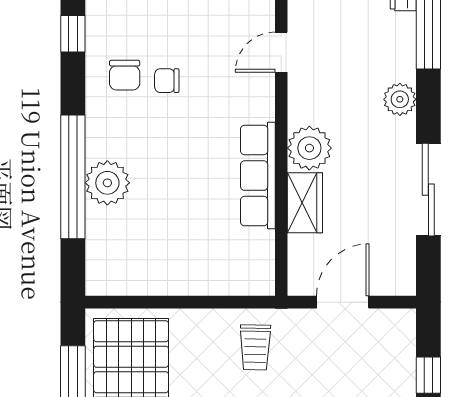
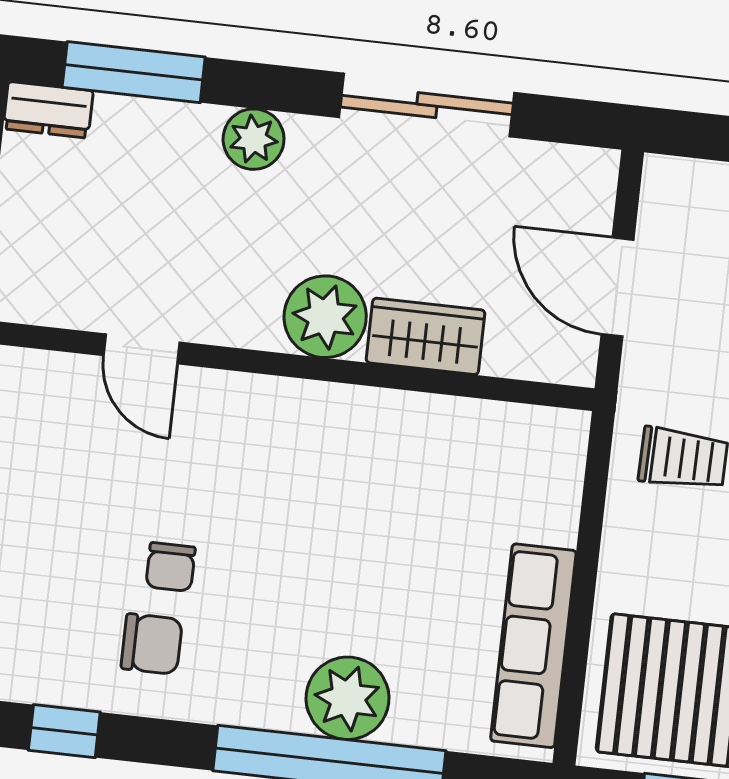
row of seats: (258, 176) -> (533, 646), moved, turned 90

